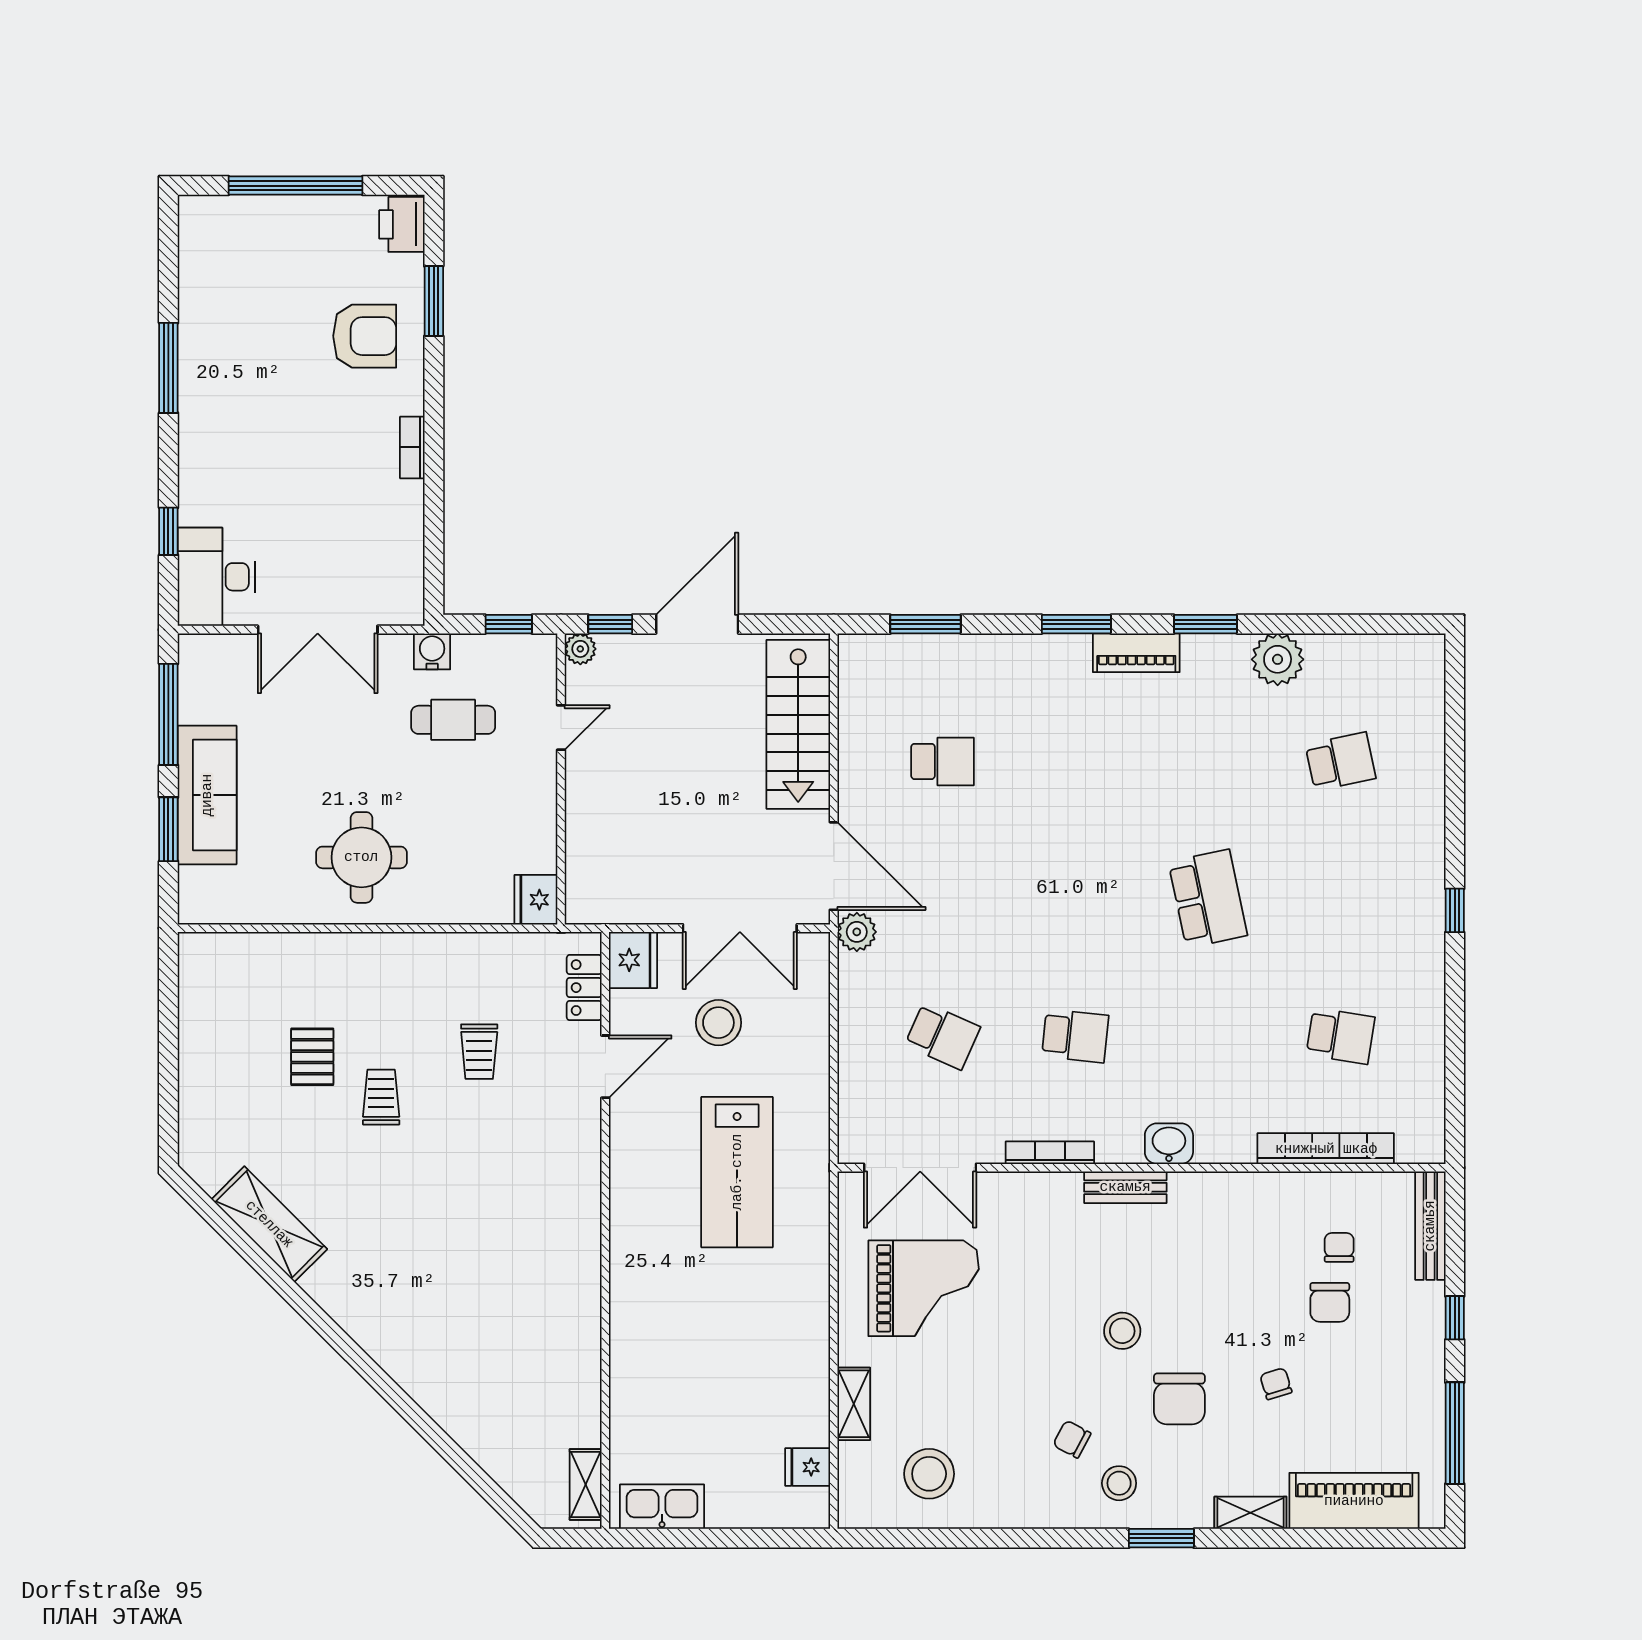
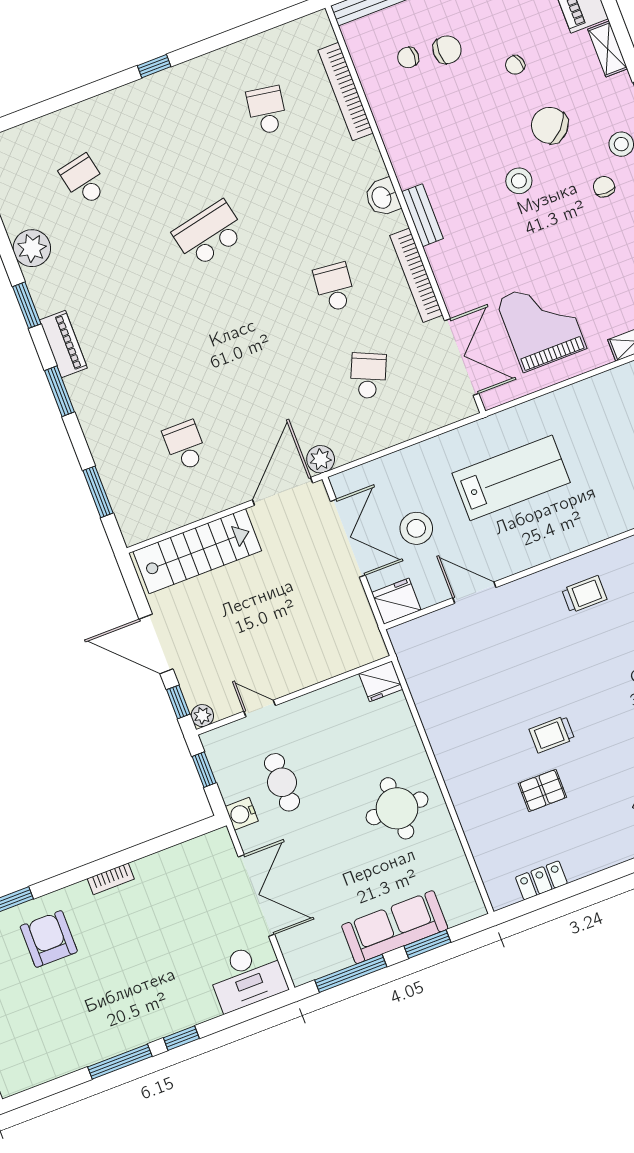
window: (168, 531) -> (181, 1038), moved
locker: (584, 988) -> (541, 880), moved, turned 180
trolley: (479, 1052) -> (584, 594), moved
bookcase: (1050, 1153) -> (416, 275), width x1.48, depth x1.31
chair: (1179, 1399) -> (550, 125), turned -136
chair: (1072, 1439) -> (604, 187), turned 152

